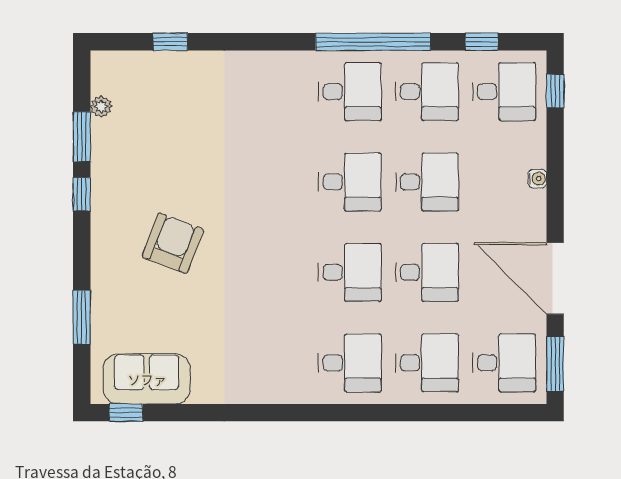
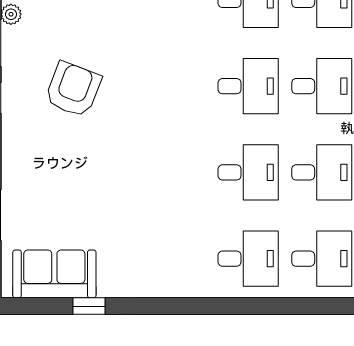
armchair: (173, 243) -> (73, 89), moved
window: (126, 413) -> (89, 306), moved

